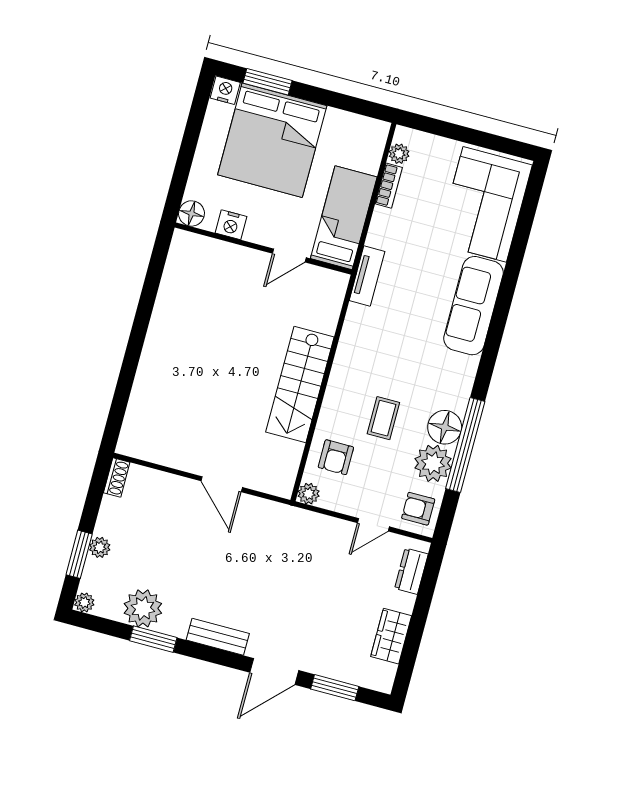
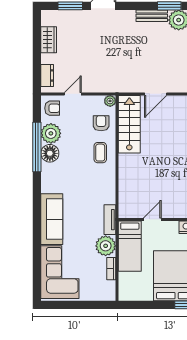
plant: (399, 154) -> (106, 246), moved, width x1.87, depth x1.87
stairs: (300, 384) -> (129, 124), moved
coffee table: (383, 418) -> (100, 153), moved
door: (222, 484) -> (156, 94), swing flipped
bench: (218, 637) -> (152, 16), moved

